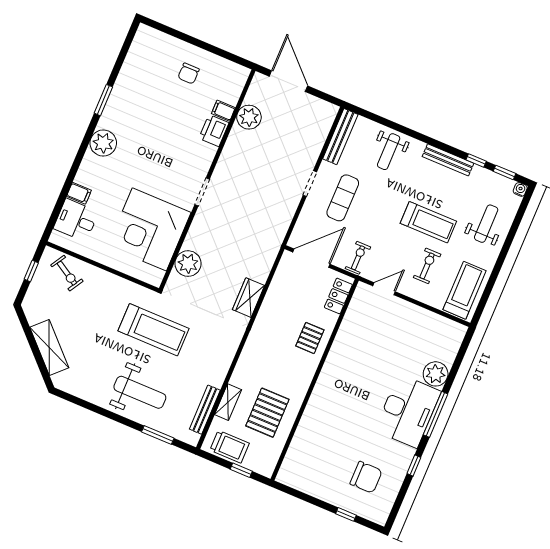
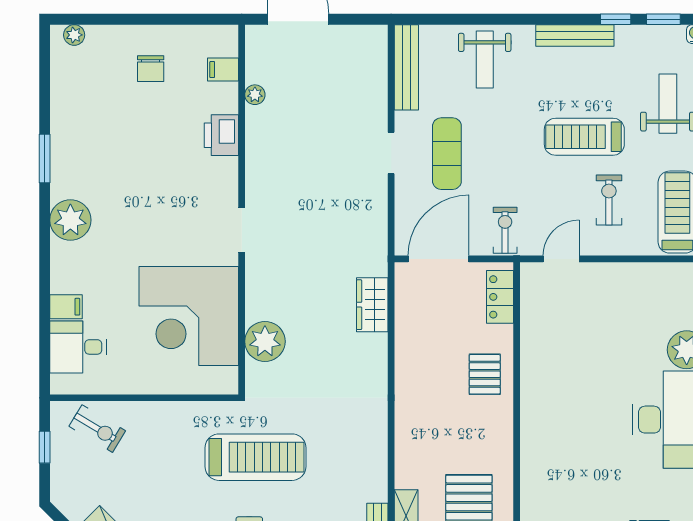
plant: (152, 34) -> (74, 35), added
filing cabinet: (223, 111) -> (223, 70), moved
plant: (249, 117) -> (255, 95), width x0.53, depth x0.53
treadmill: (428, 222) -> (584, 137), turned 180
wardrobe: (249, 298) -> (372, 305), moved

